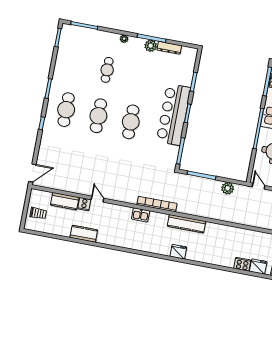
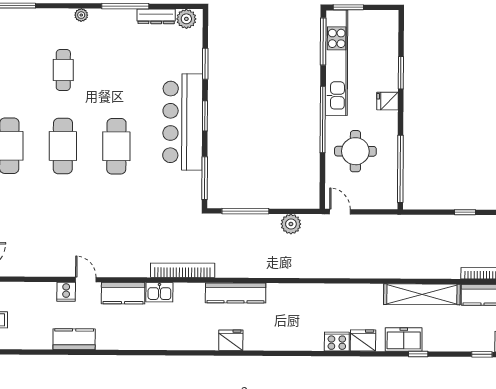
plant: (151, 46) -> (186, 19), moved
kitchen counter: (65, 201) -> (123, 293), moved

